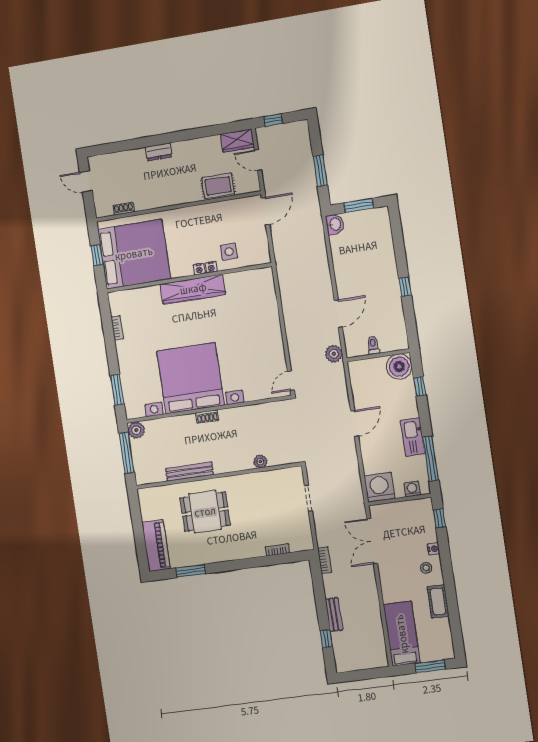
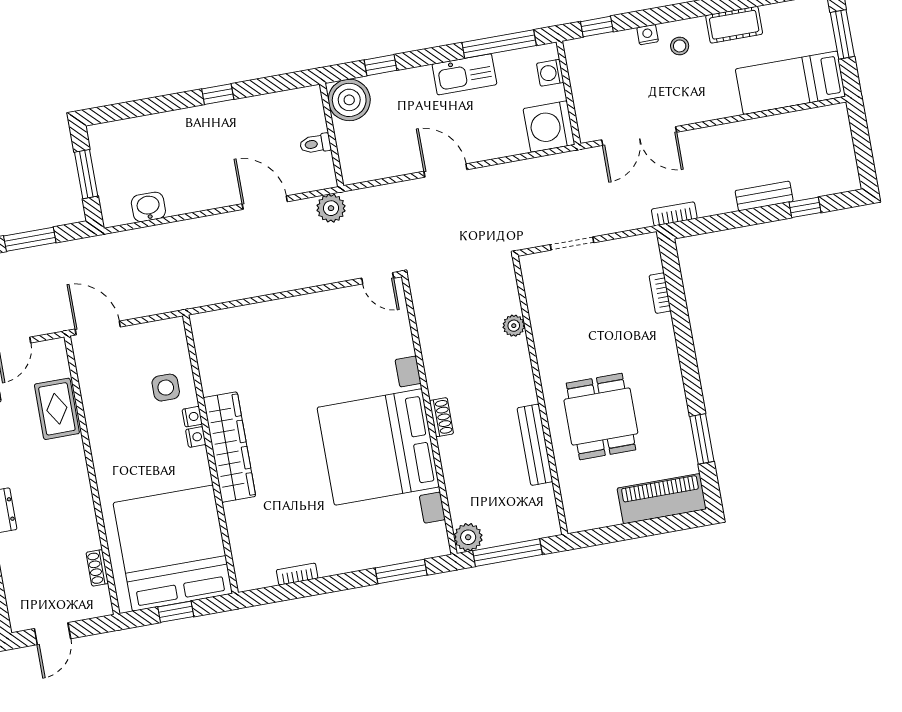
washbasin: (335, 224) -> (148, 207), moved

